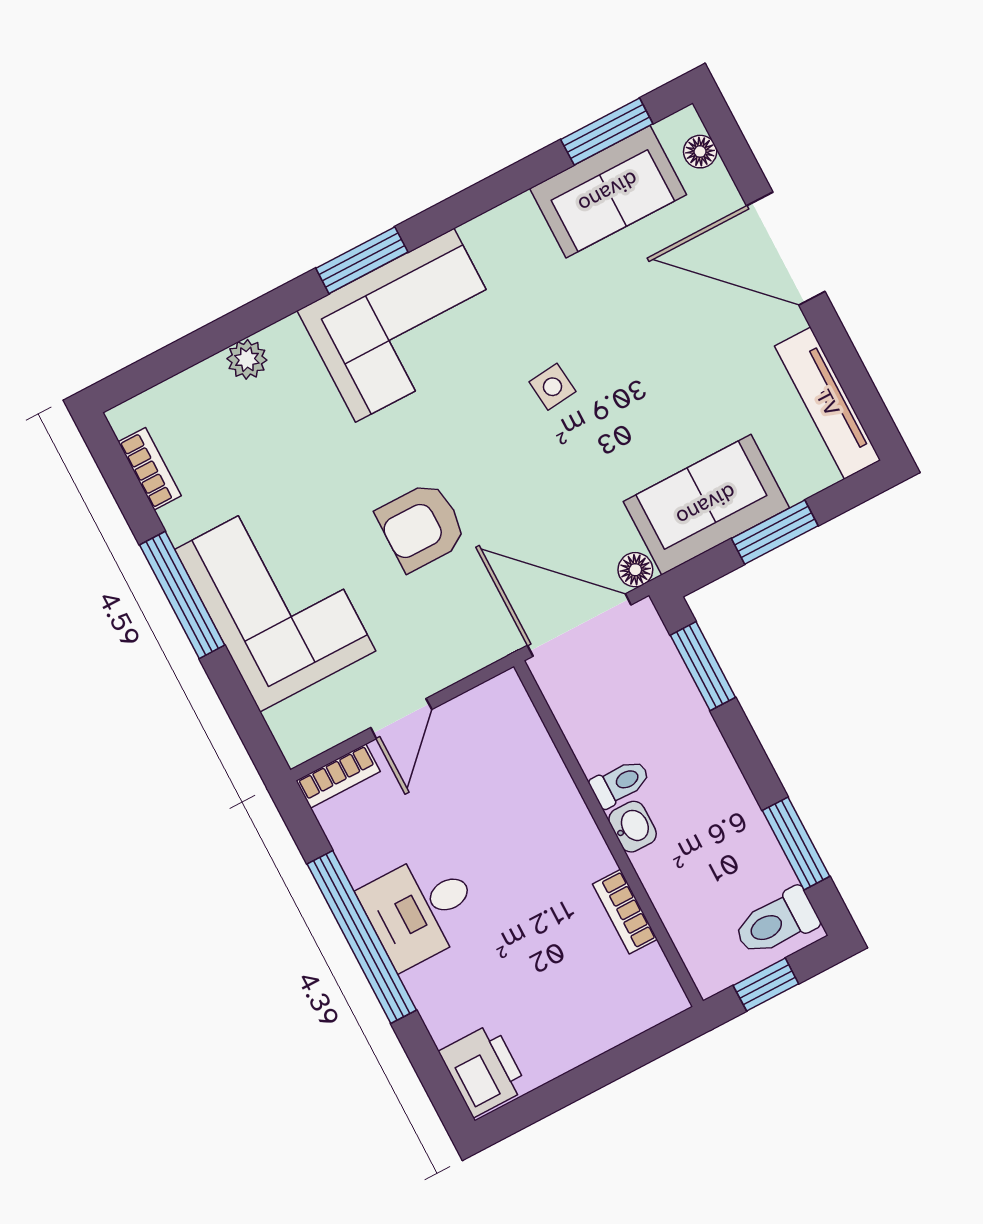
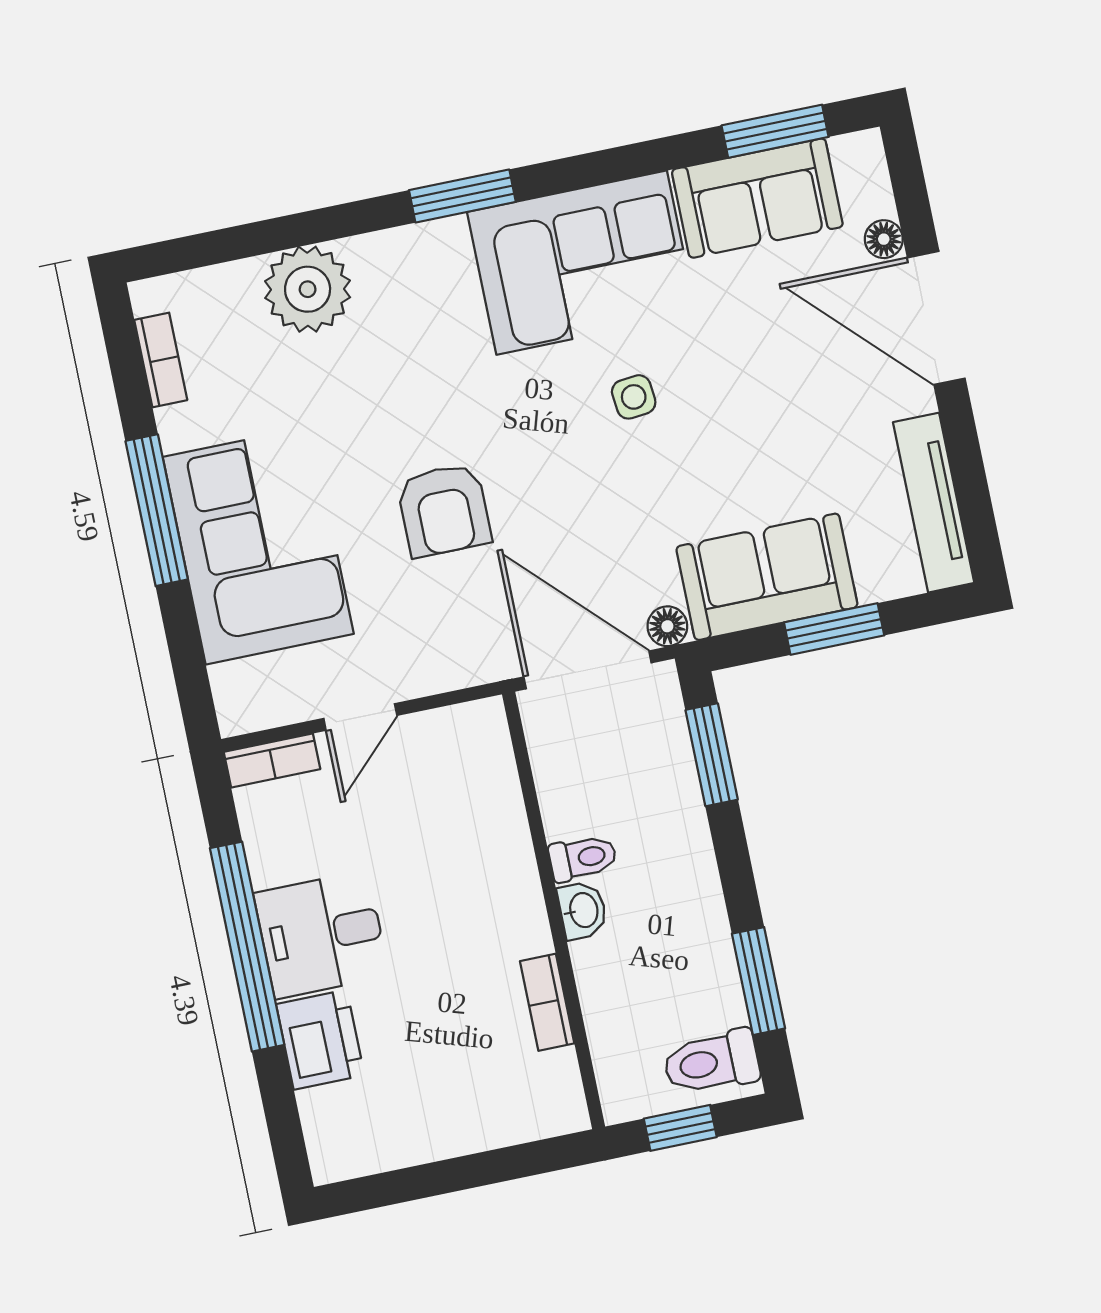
floor lamp: (700, 152) -> (884, 239), moved
corner sofa: (405, 325) -> (582, 263), moved
plant: (247, 359) -> (308, 289), width x1.87, depth x1.87
armchair: (422, 526) -> (444, 510), turned -90
printer: (483, 1070) -> (320, 1040), moved

